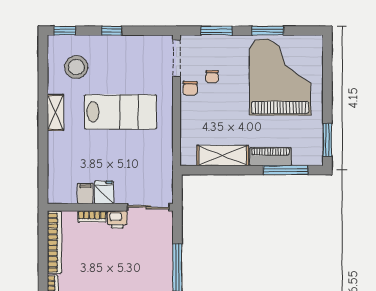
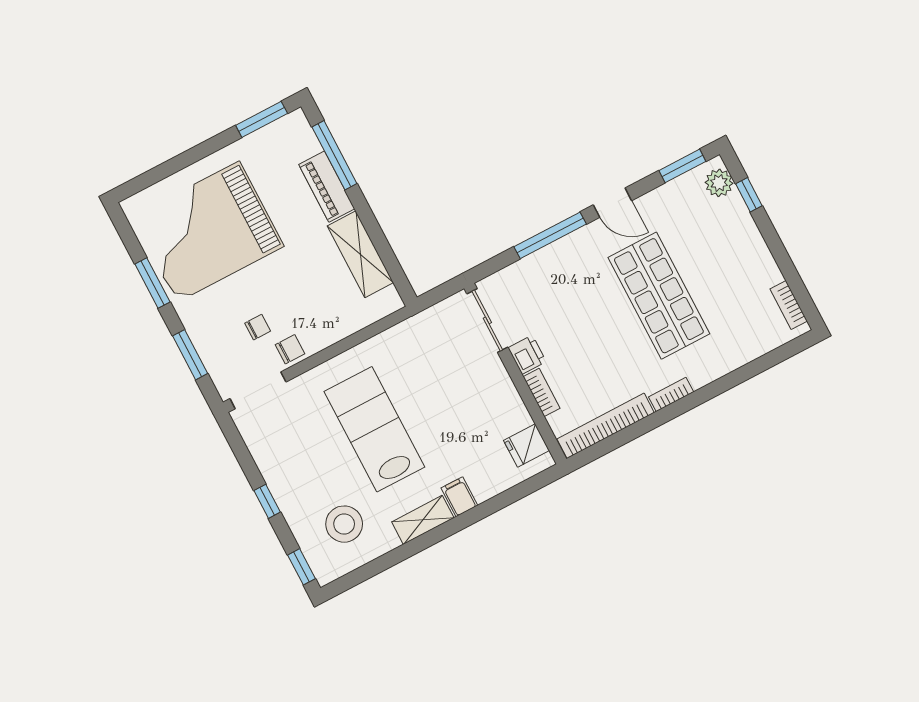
fridge: (104, 192) -> (526, 445), moved
filing cabinet: (85, 193) -> (459, 497), moved, turned 90

